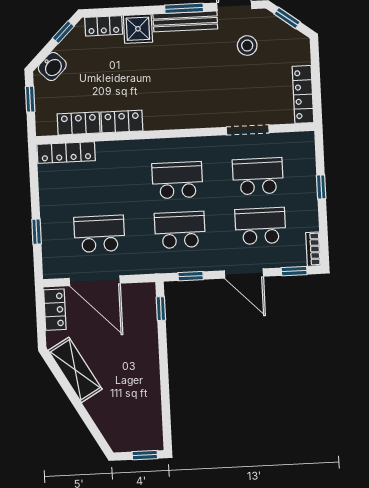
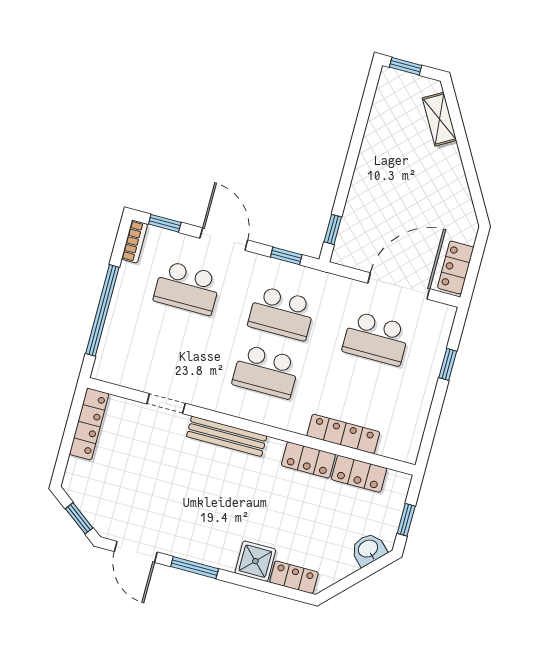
bench: (185, 21) -> (227, 436), moved
window: (63, 32) -> (343, 585), removed
stool: (247, 46) -> (135, 501), removed
doorway: (248, 130) -> (166, 404), width x0.73
locker: (66, 152) -> (343, 434), moved
school desk: (258, 176) -> (171, 346), removed
window: (321, 187) -> (102, 310), width x3.17
door: (95, 281) -> (399, 286), hinge flipped
shelving: (75, 370) -> (439, 119), moved, width x0.67, depth x0.75

